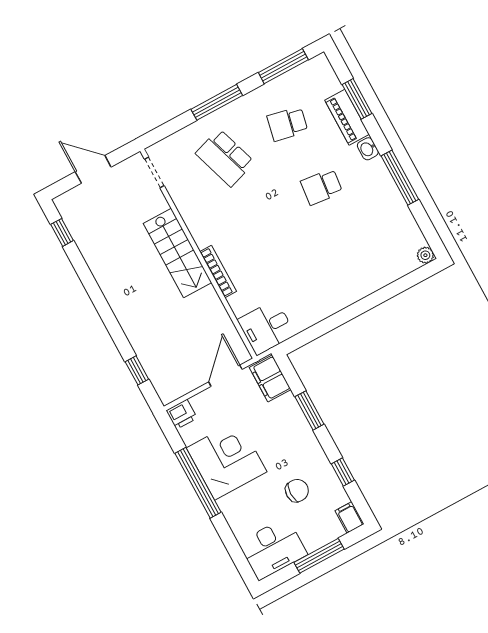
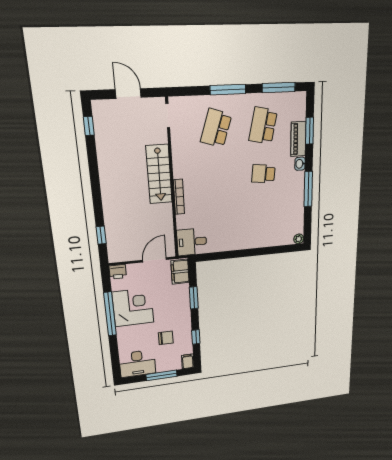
school desk: (287, 124) -> (263, 126), width x1.85
school desk: (225, 158) -> (216, 128), turned 36

